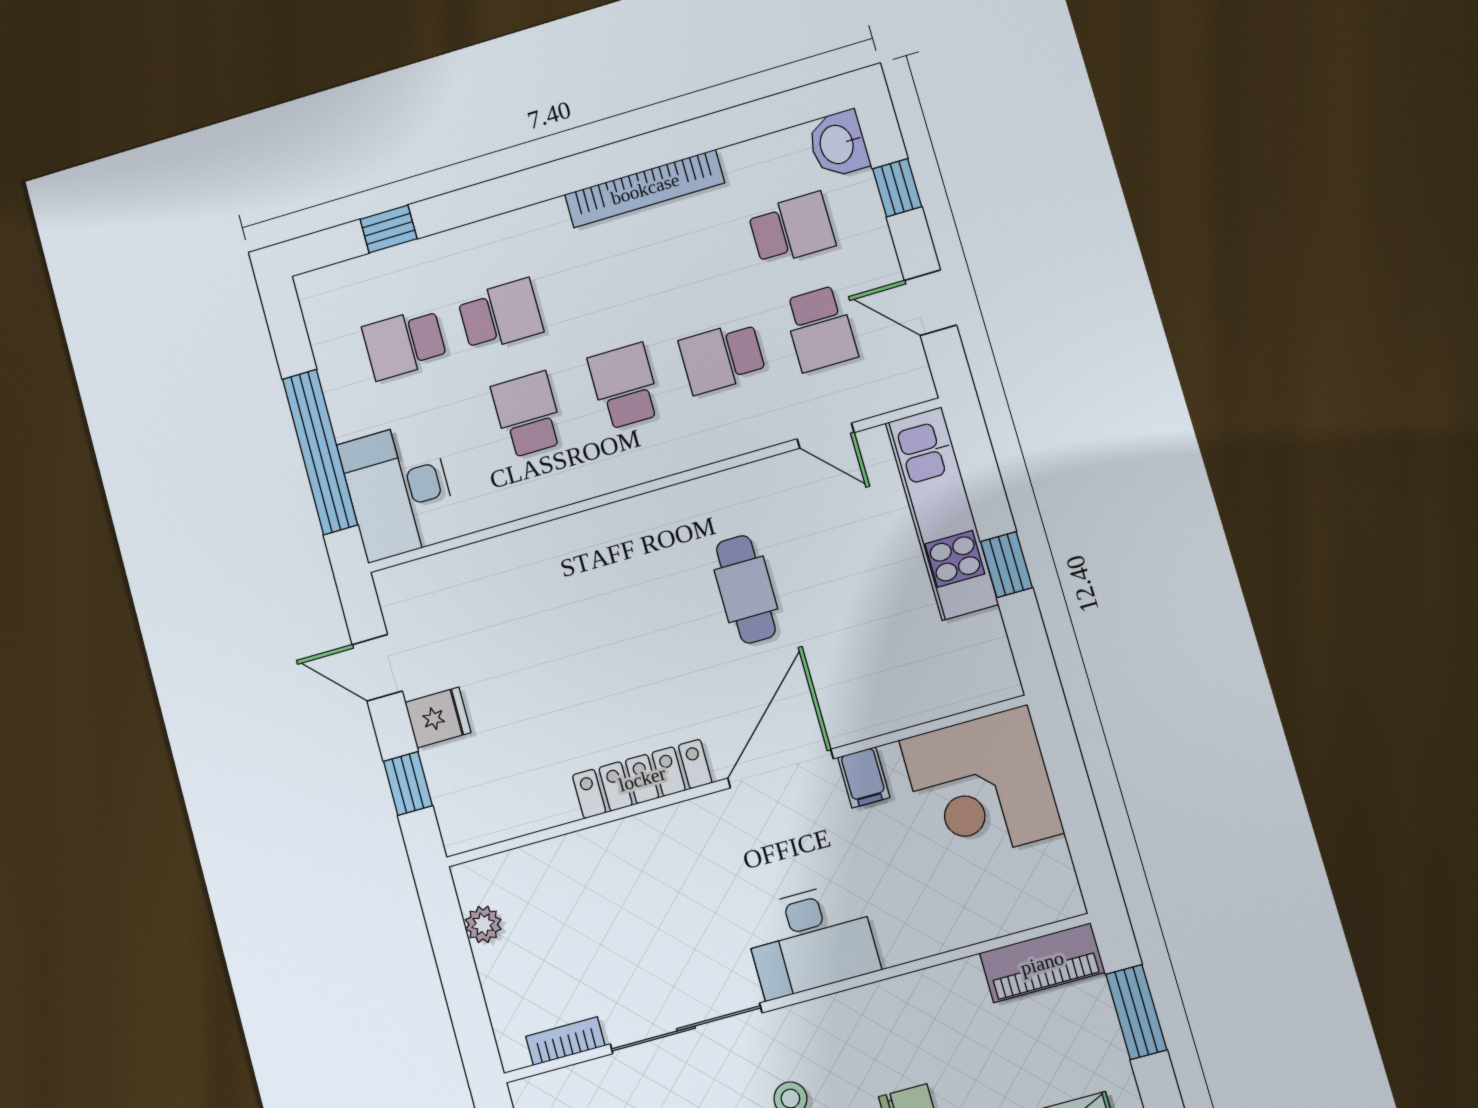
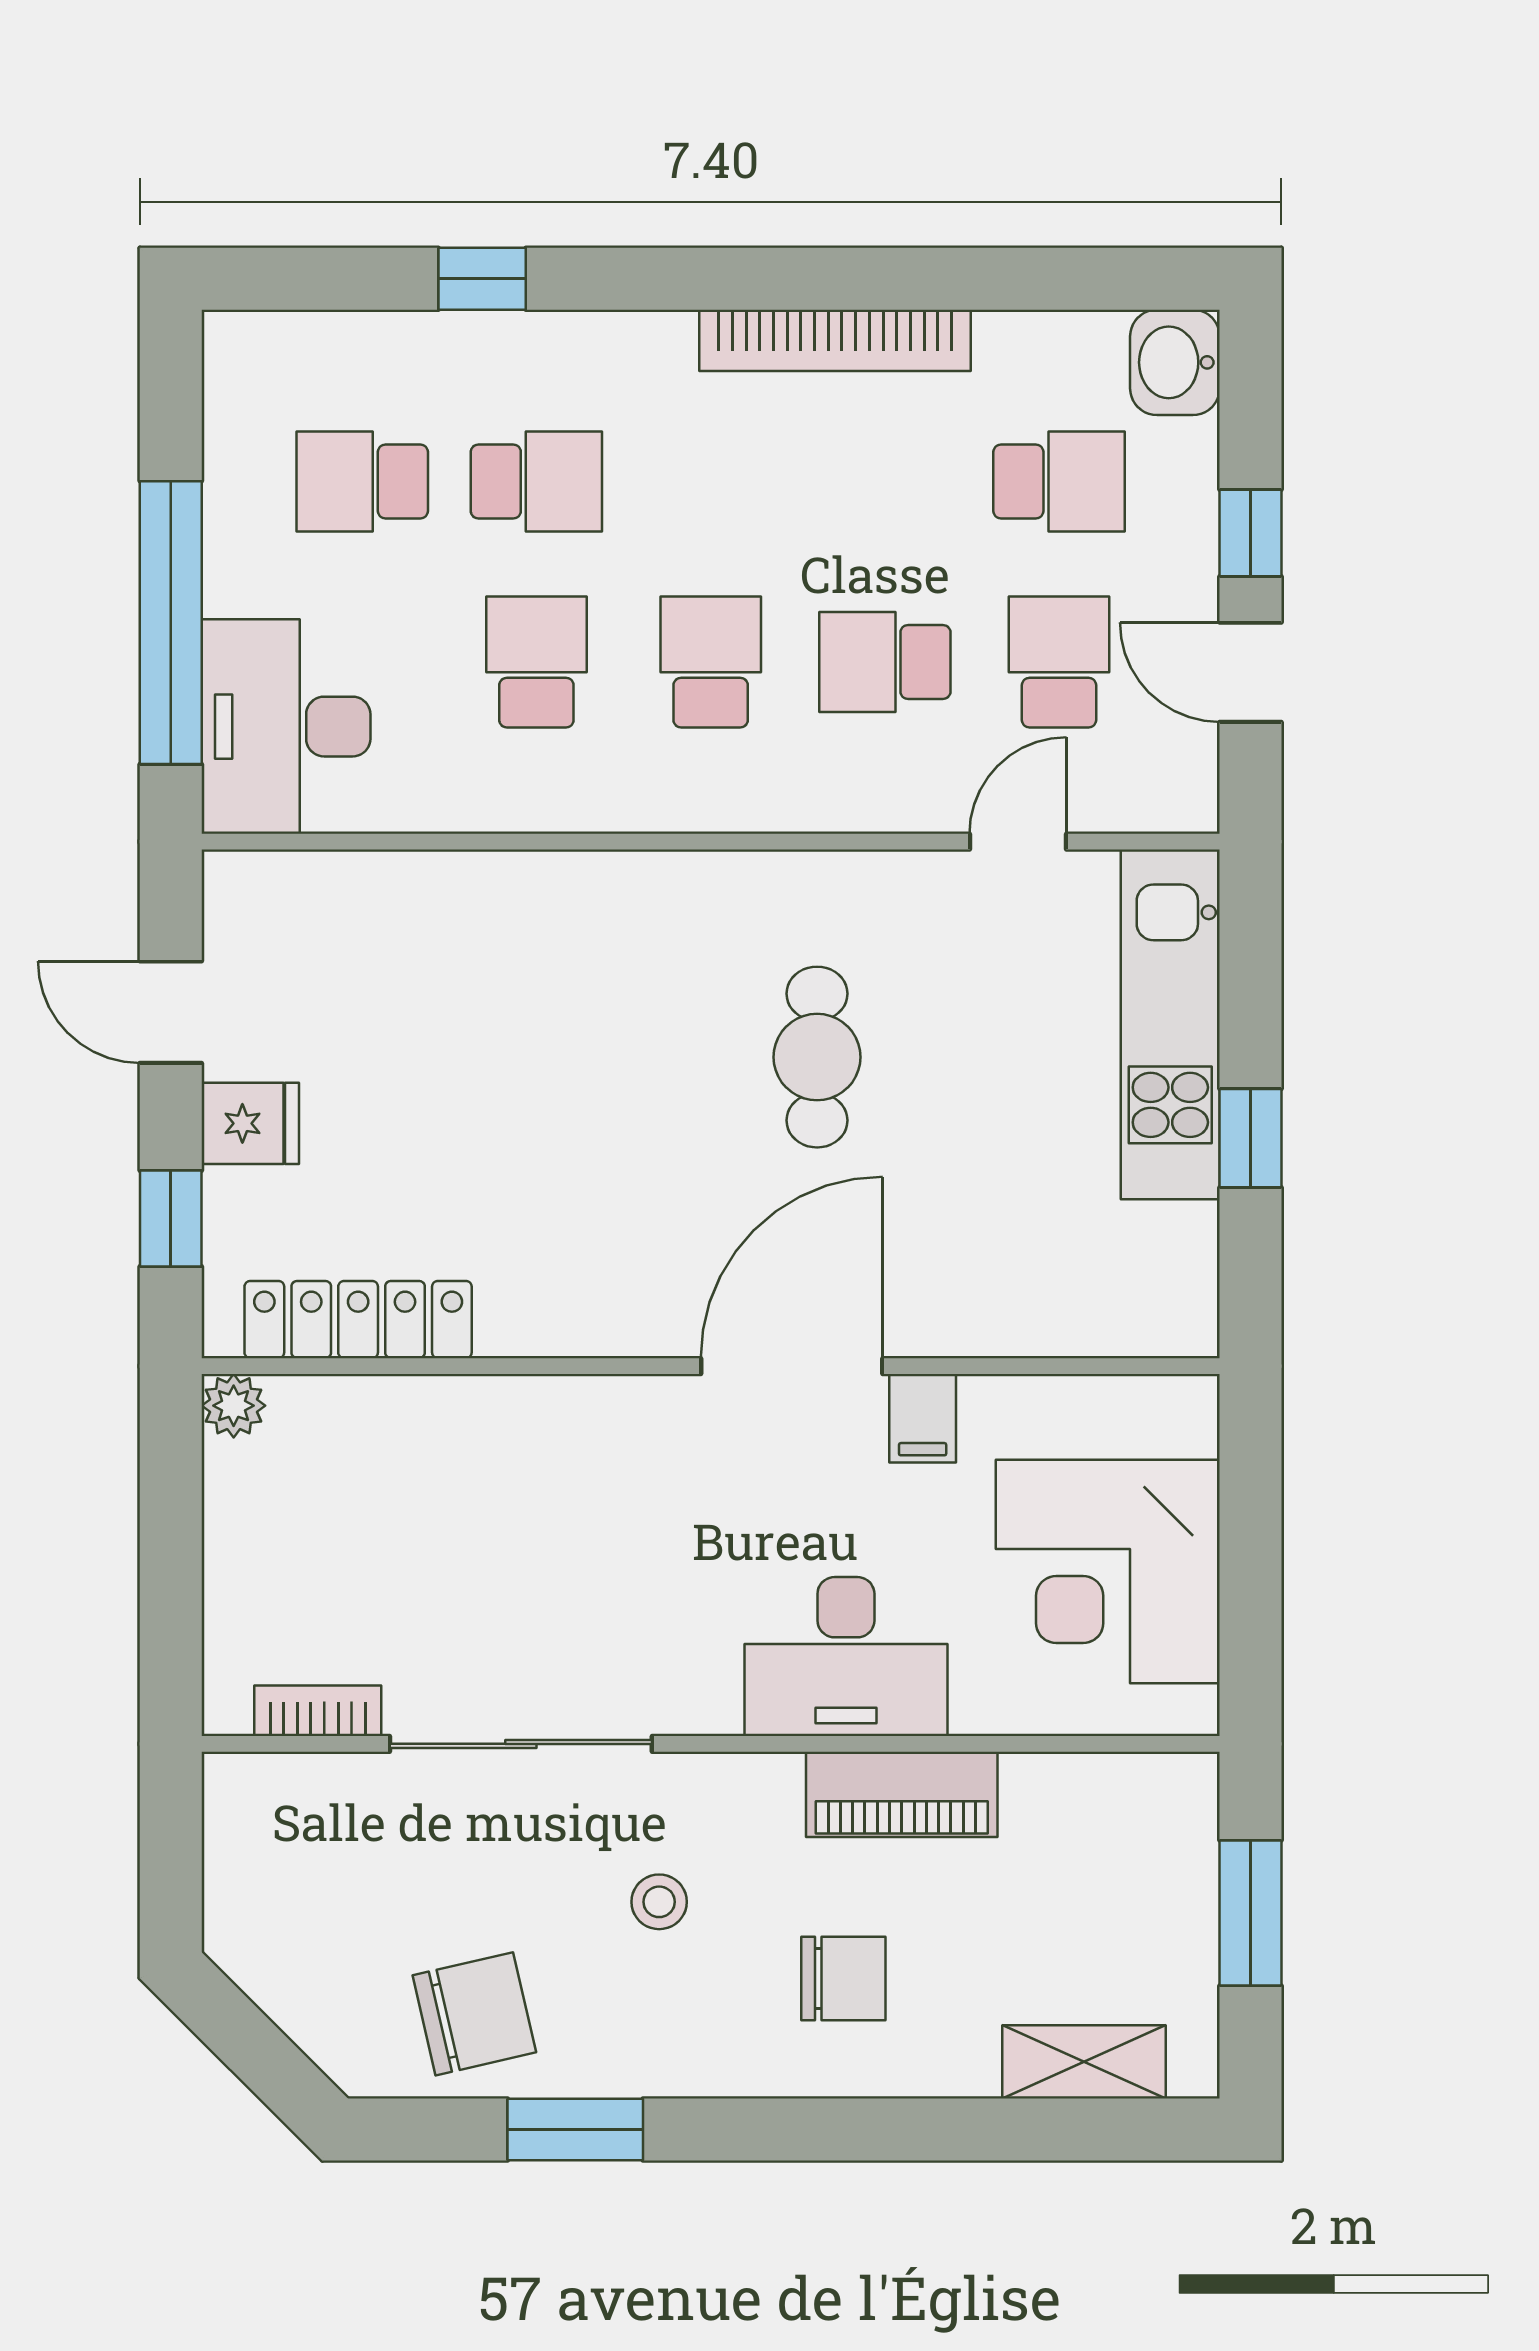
window: (897, 188) -> (1250, 533), moved
window: (388, 229) -> (482, 279), moved
school desk: (820, 329) -> (1059, 662), turned 180
door: (826, 436) -> (1018, 842), swing flipped
locker: (642, 779) -> (358, 1320), moved
corner desk: (981, 786) -> (1108, 1571), moved
plant: (483, 924) -> (234, 1406), moved
desk: (811, 940) -> (846, 1657), moved
piano: (1042, 963) -> (902, 1794), moved

